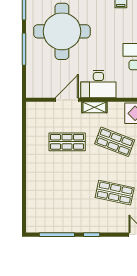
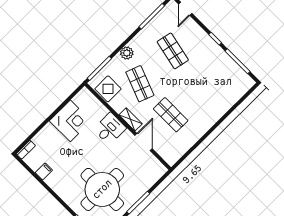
desk: (98, 84) -> (110, 129), width x0.73
door: (67, 100) -> (143, 142), swing flipped

